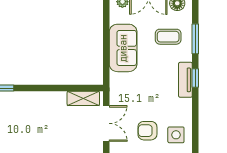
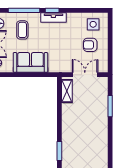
window: (195, 39) -> (24, 10), width x1.44
armchair: (147, 131) -> (90, 45), turned 90

